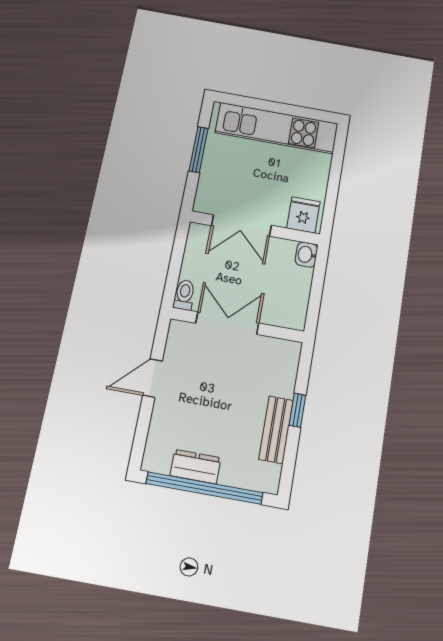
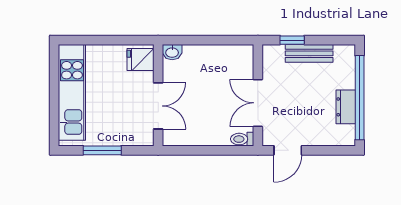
toilet: (184, 295) -> (242, 139), moved
double door: (227, 323) -> (258, 103), moved
wall: (237, 325) -> (258, 95), moved
door: (153, 378) -> (288, 150), hinge flipped

